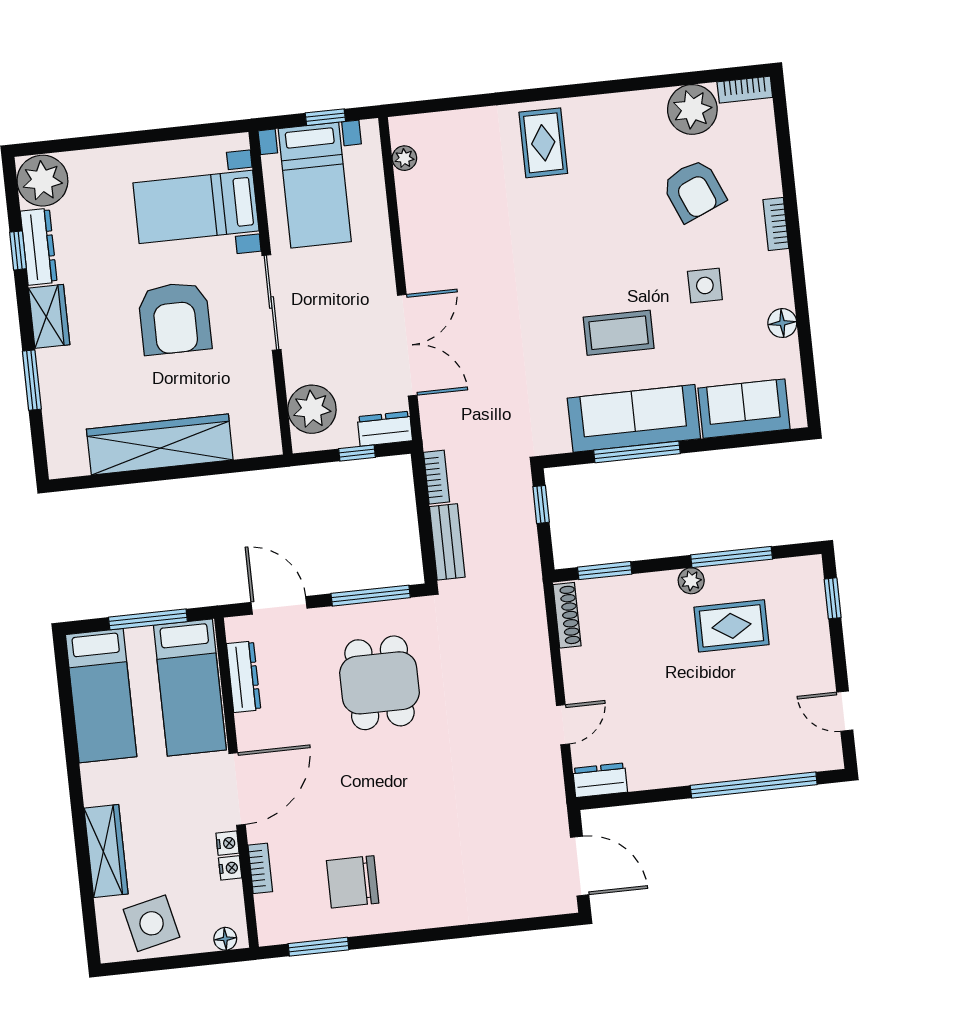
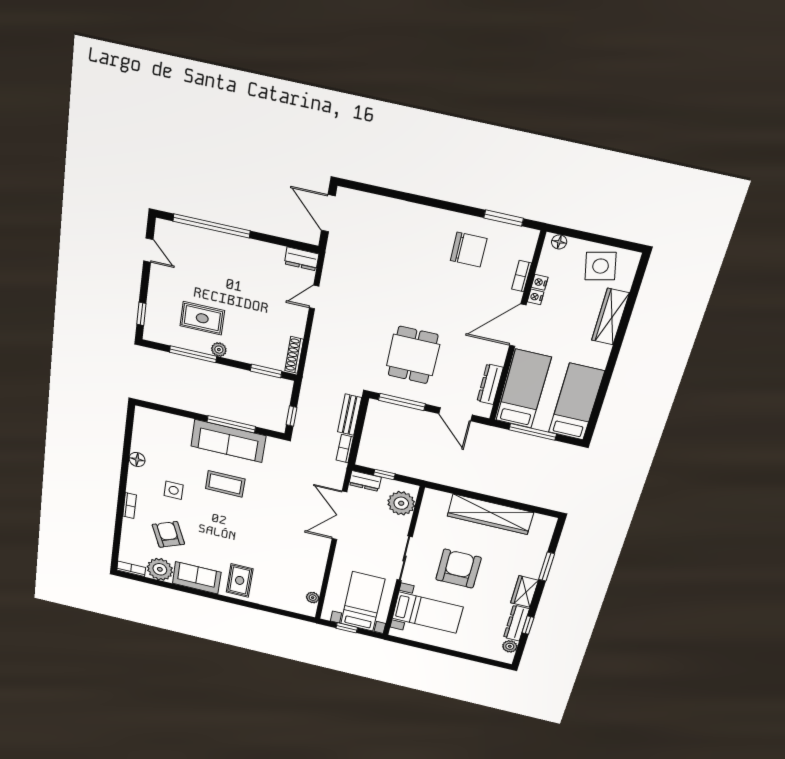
plant: (42, 181) -> (510, 646), width x0.53, depth x0.53
sofa: (744, 409) -> (197, 578), moved, turned 180

